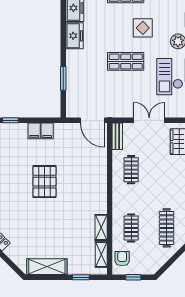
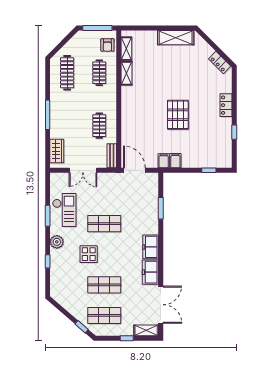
filing cabinet: (34, 131) -> (164, 161), moved
window: (81, 277) -> (145, 28), removed
window: (133, 277) -> (97, 28), width x2.17

